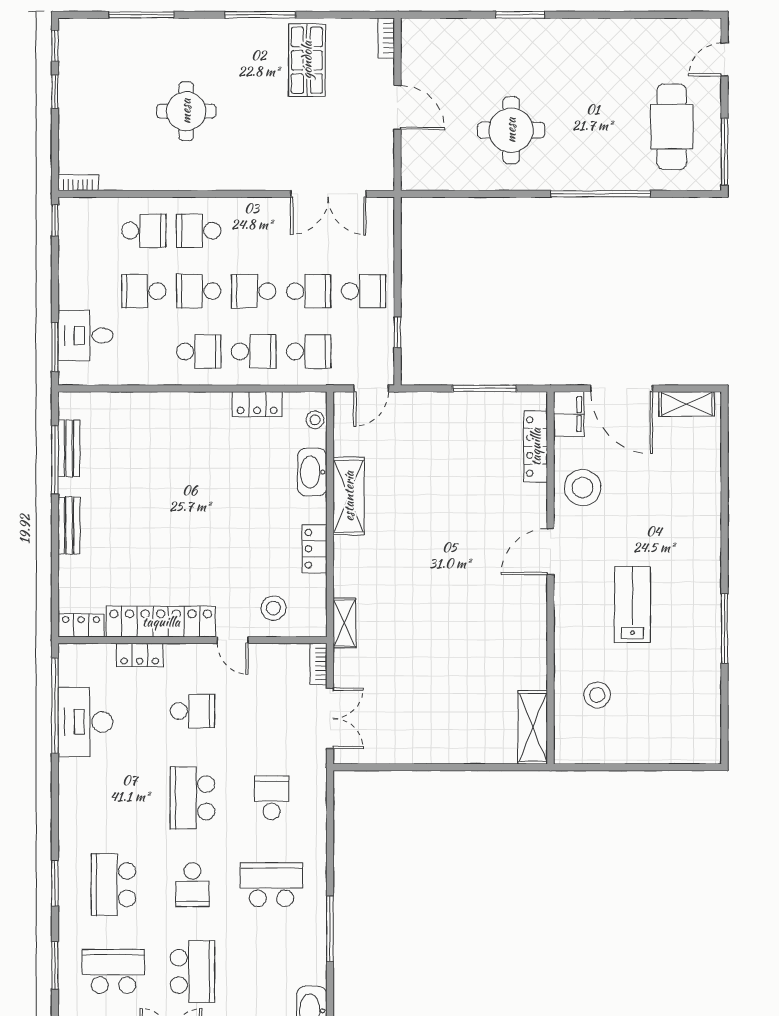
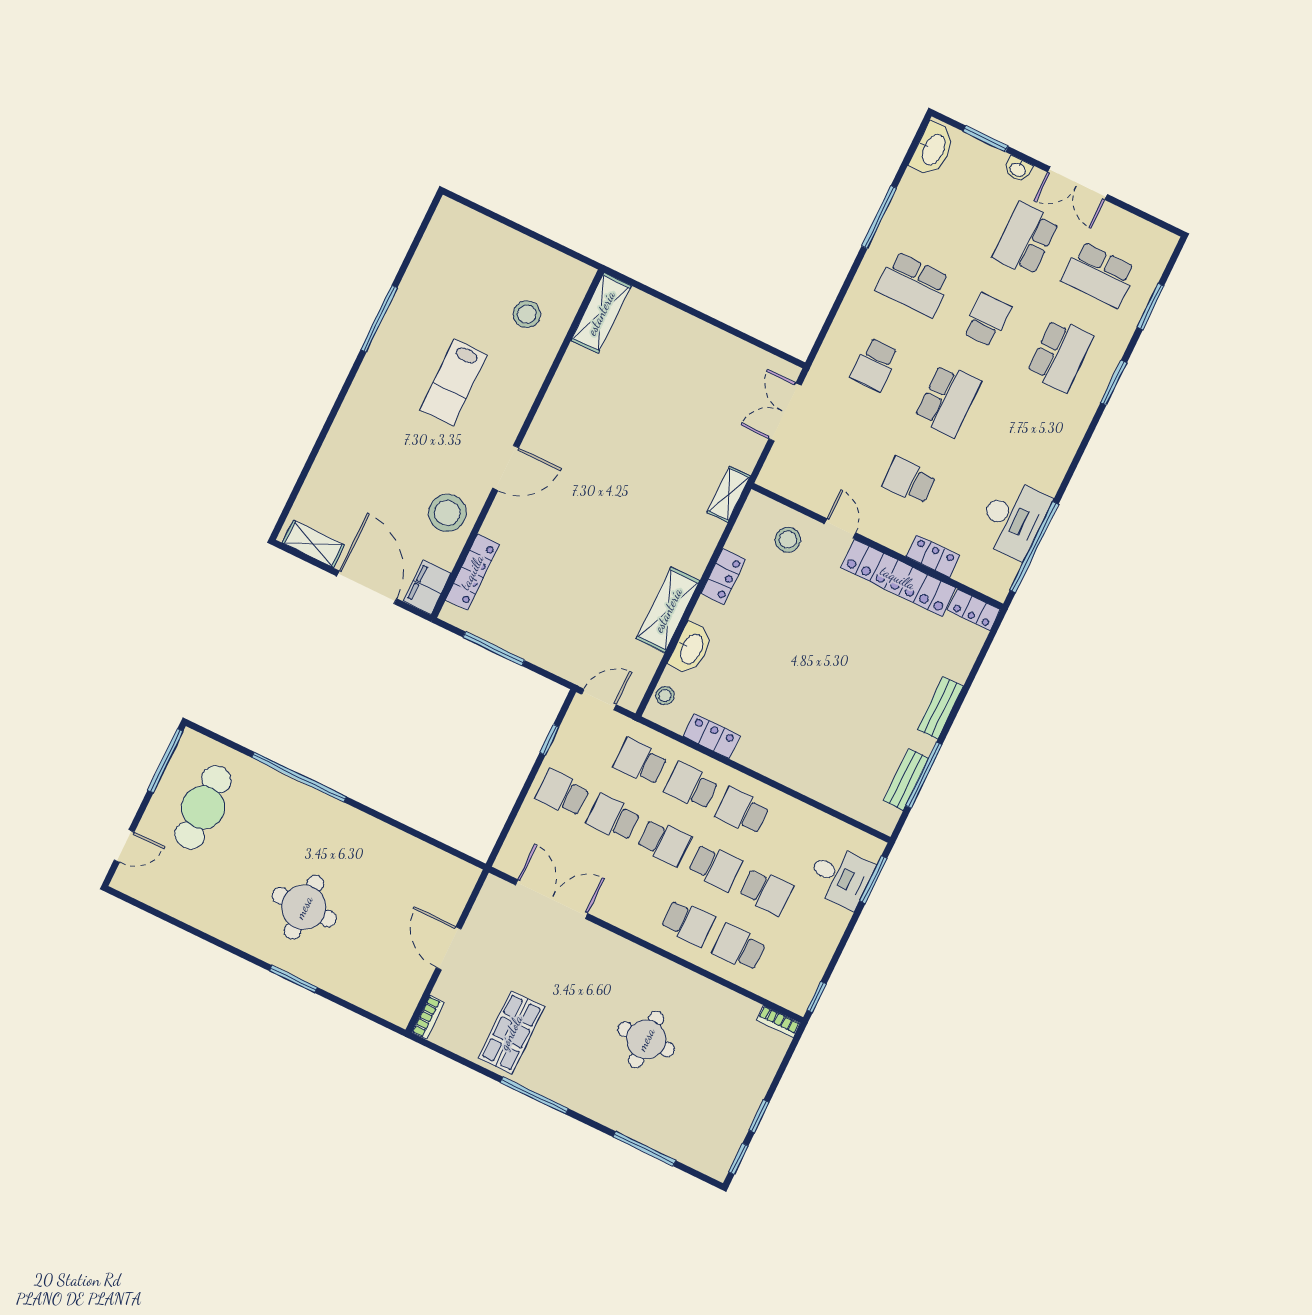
round table: (511, 130) -> (304, 907), moved
bookcase: (319, 664) -> (771, 468), removed

